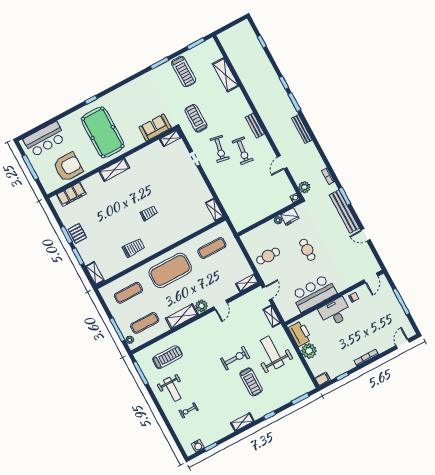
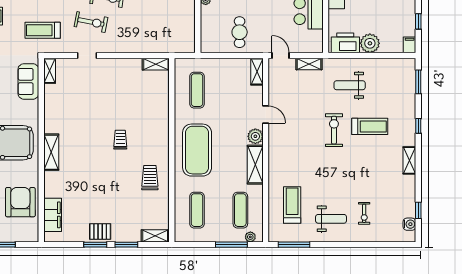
weight bench: (272, 352) -> (350, 85), width x0.73, depth x0.75

